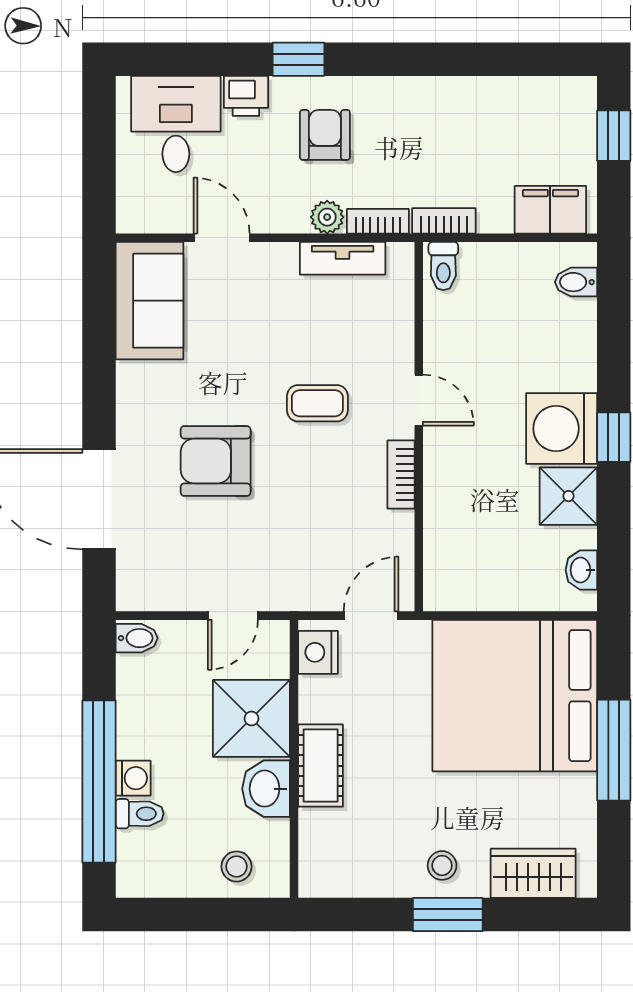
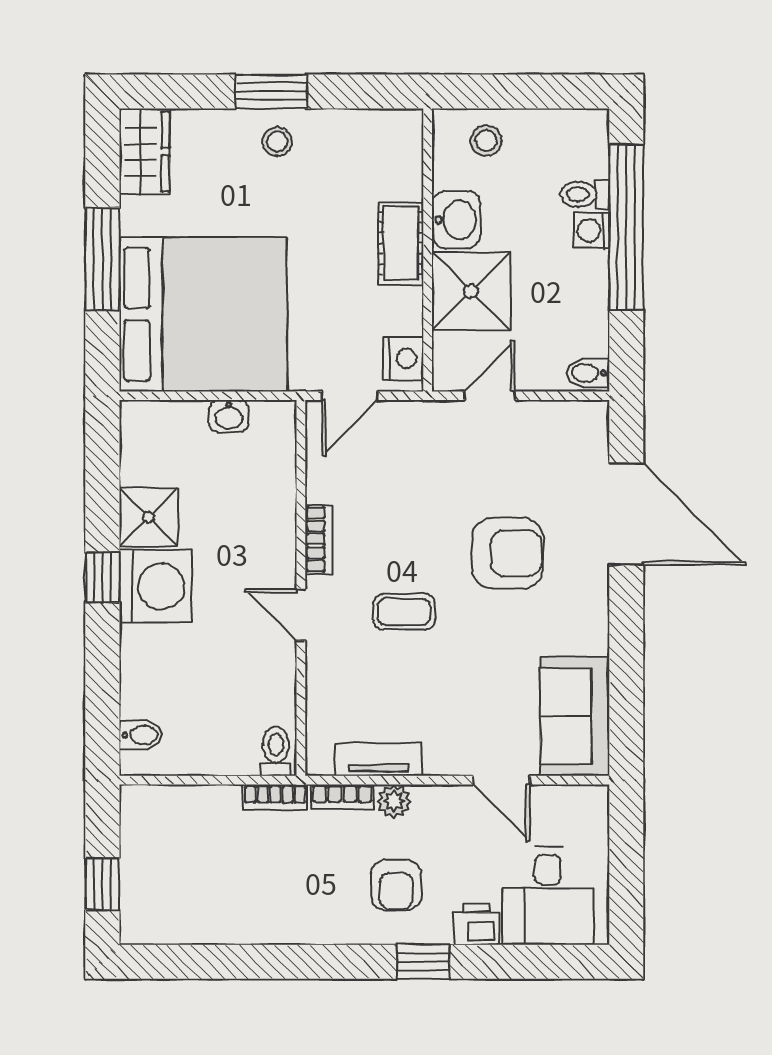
filing cabinet: (550, 210) -> (167, 809), removed
washbasin: (581, 570) -> (229, 416), moved, turned 90
wardrobe: (533, 873) -> (144, 152), moved, turned -90

